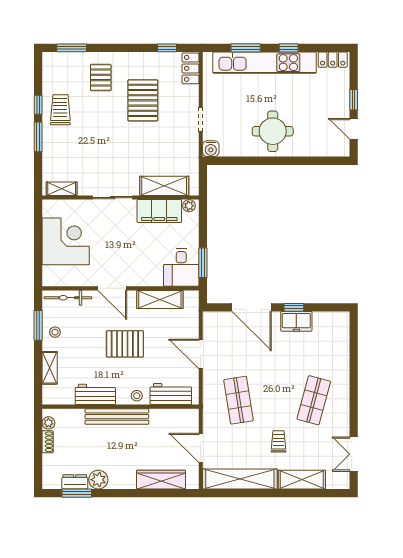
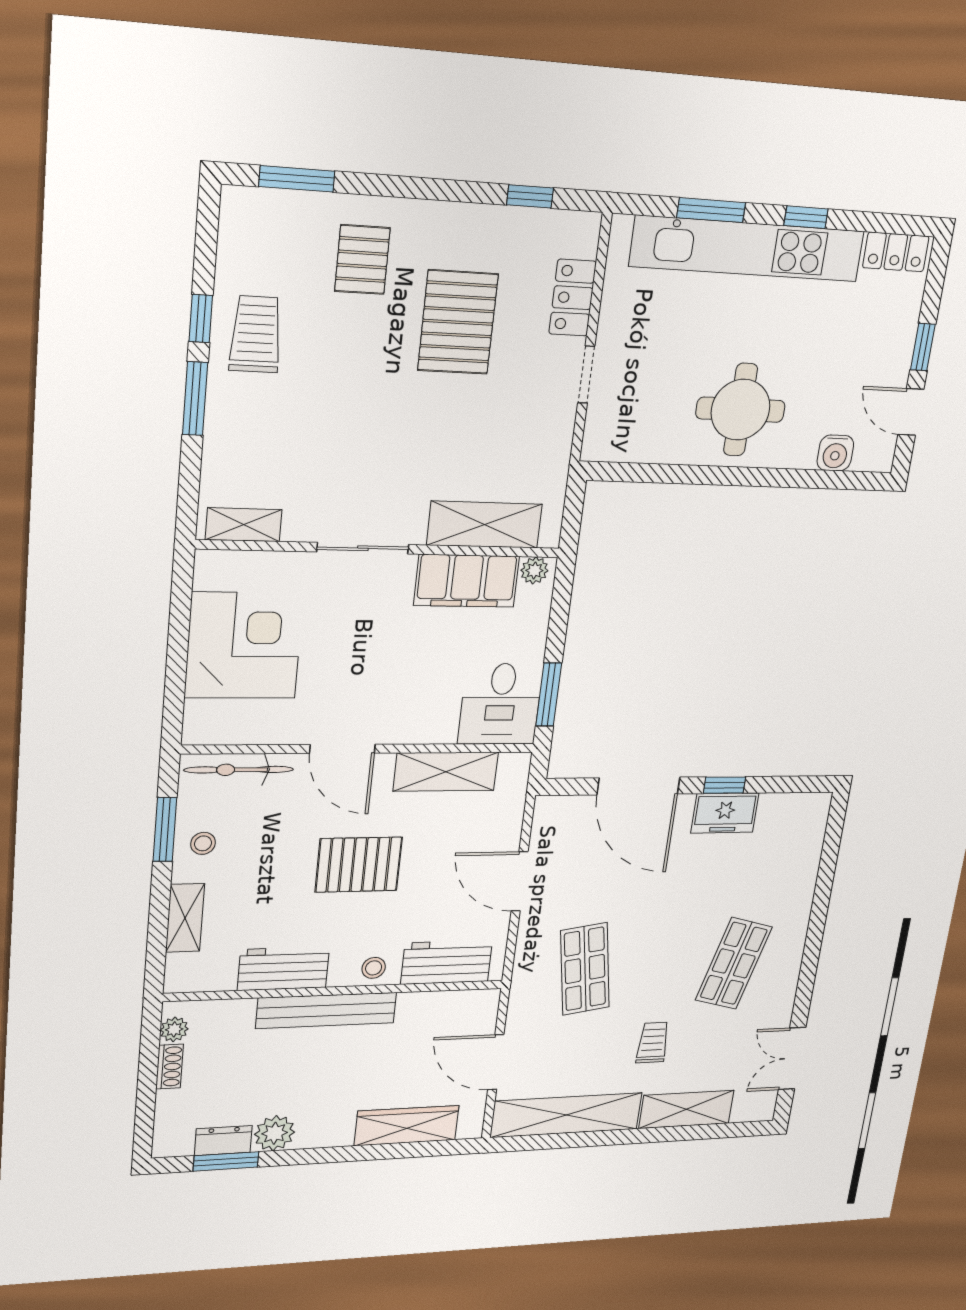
locker: (190, 68) -> (573, 298), moved
water cooler: (211, 149) -> (835, 453), moved

